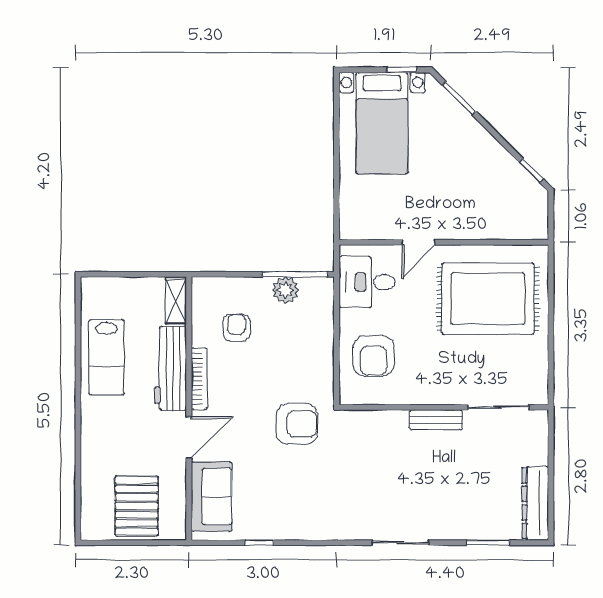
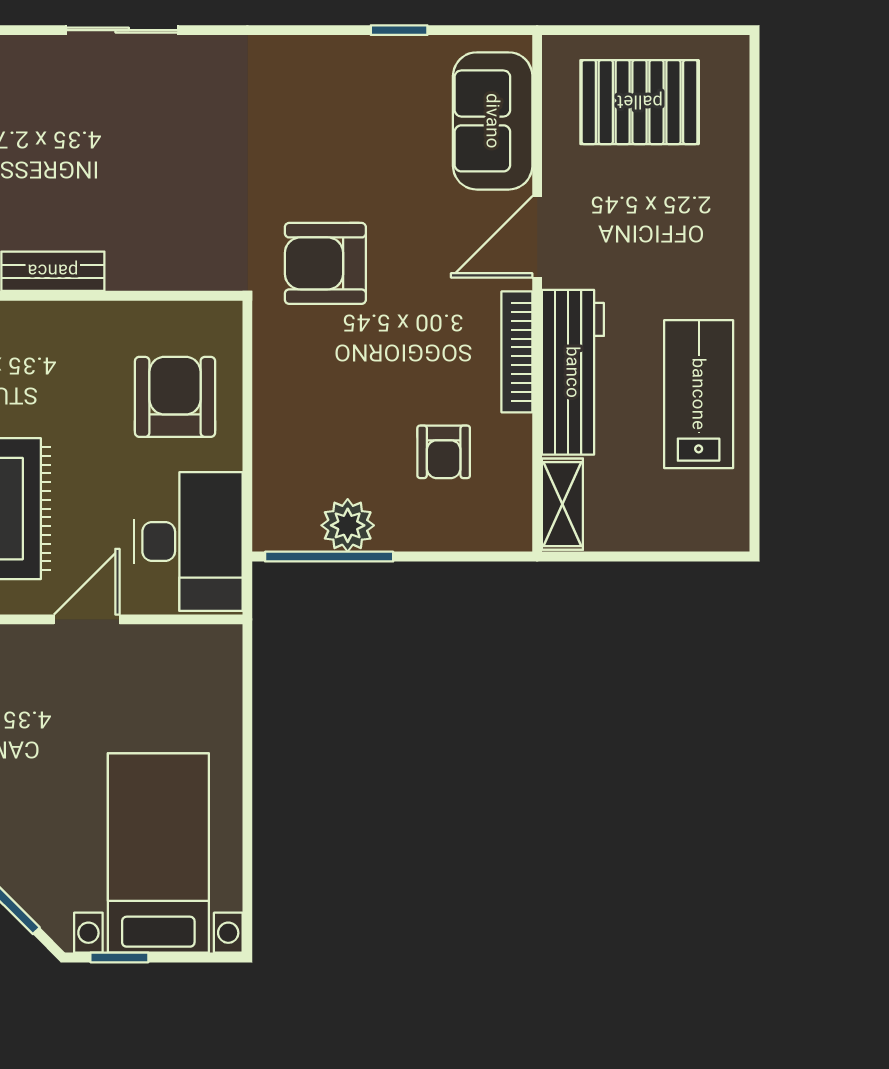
desk: (367, 282) -> (188, 541), width x1.37
pallet: (137, 506) -> (640, 102), turned 90

